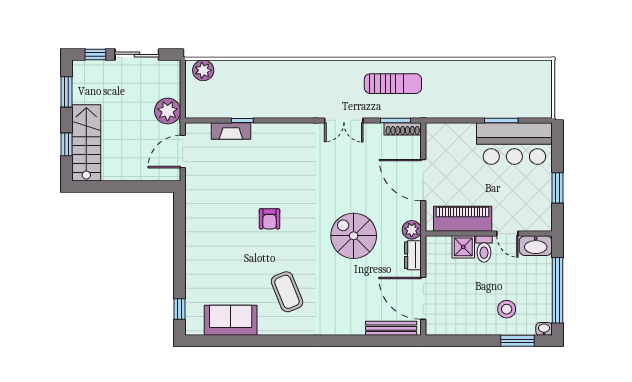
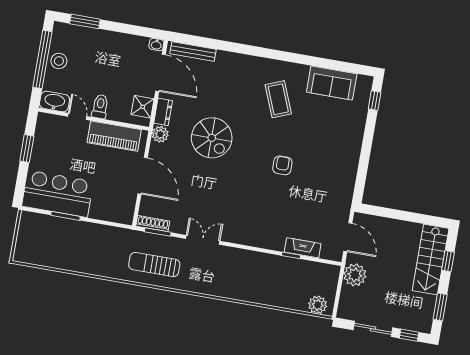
door: (183, 152) -> (348, 237), hinge flipped
shower: (463, 247) -> (143, 107), moved
stool: (507, 309) -> (59, 61), moved
washbasin: (544, 329) -> (156, 45), moved

